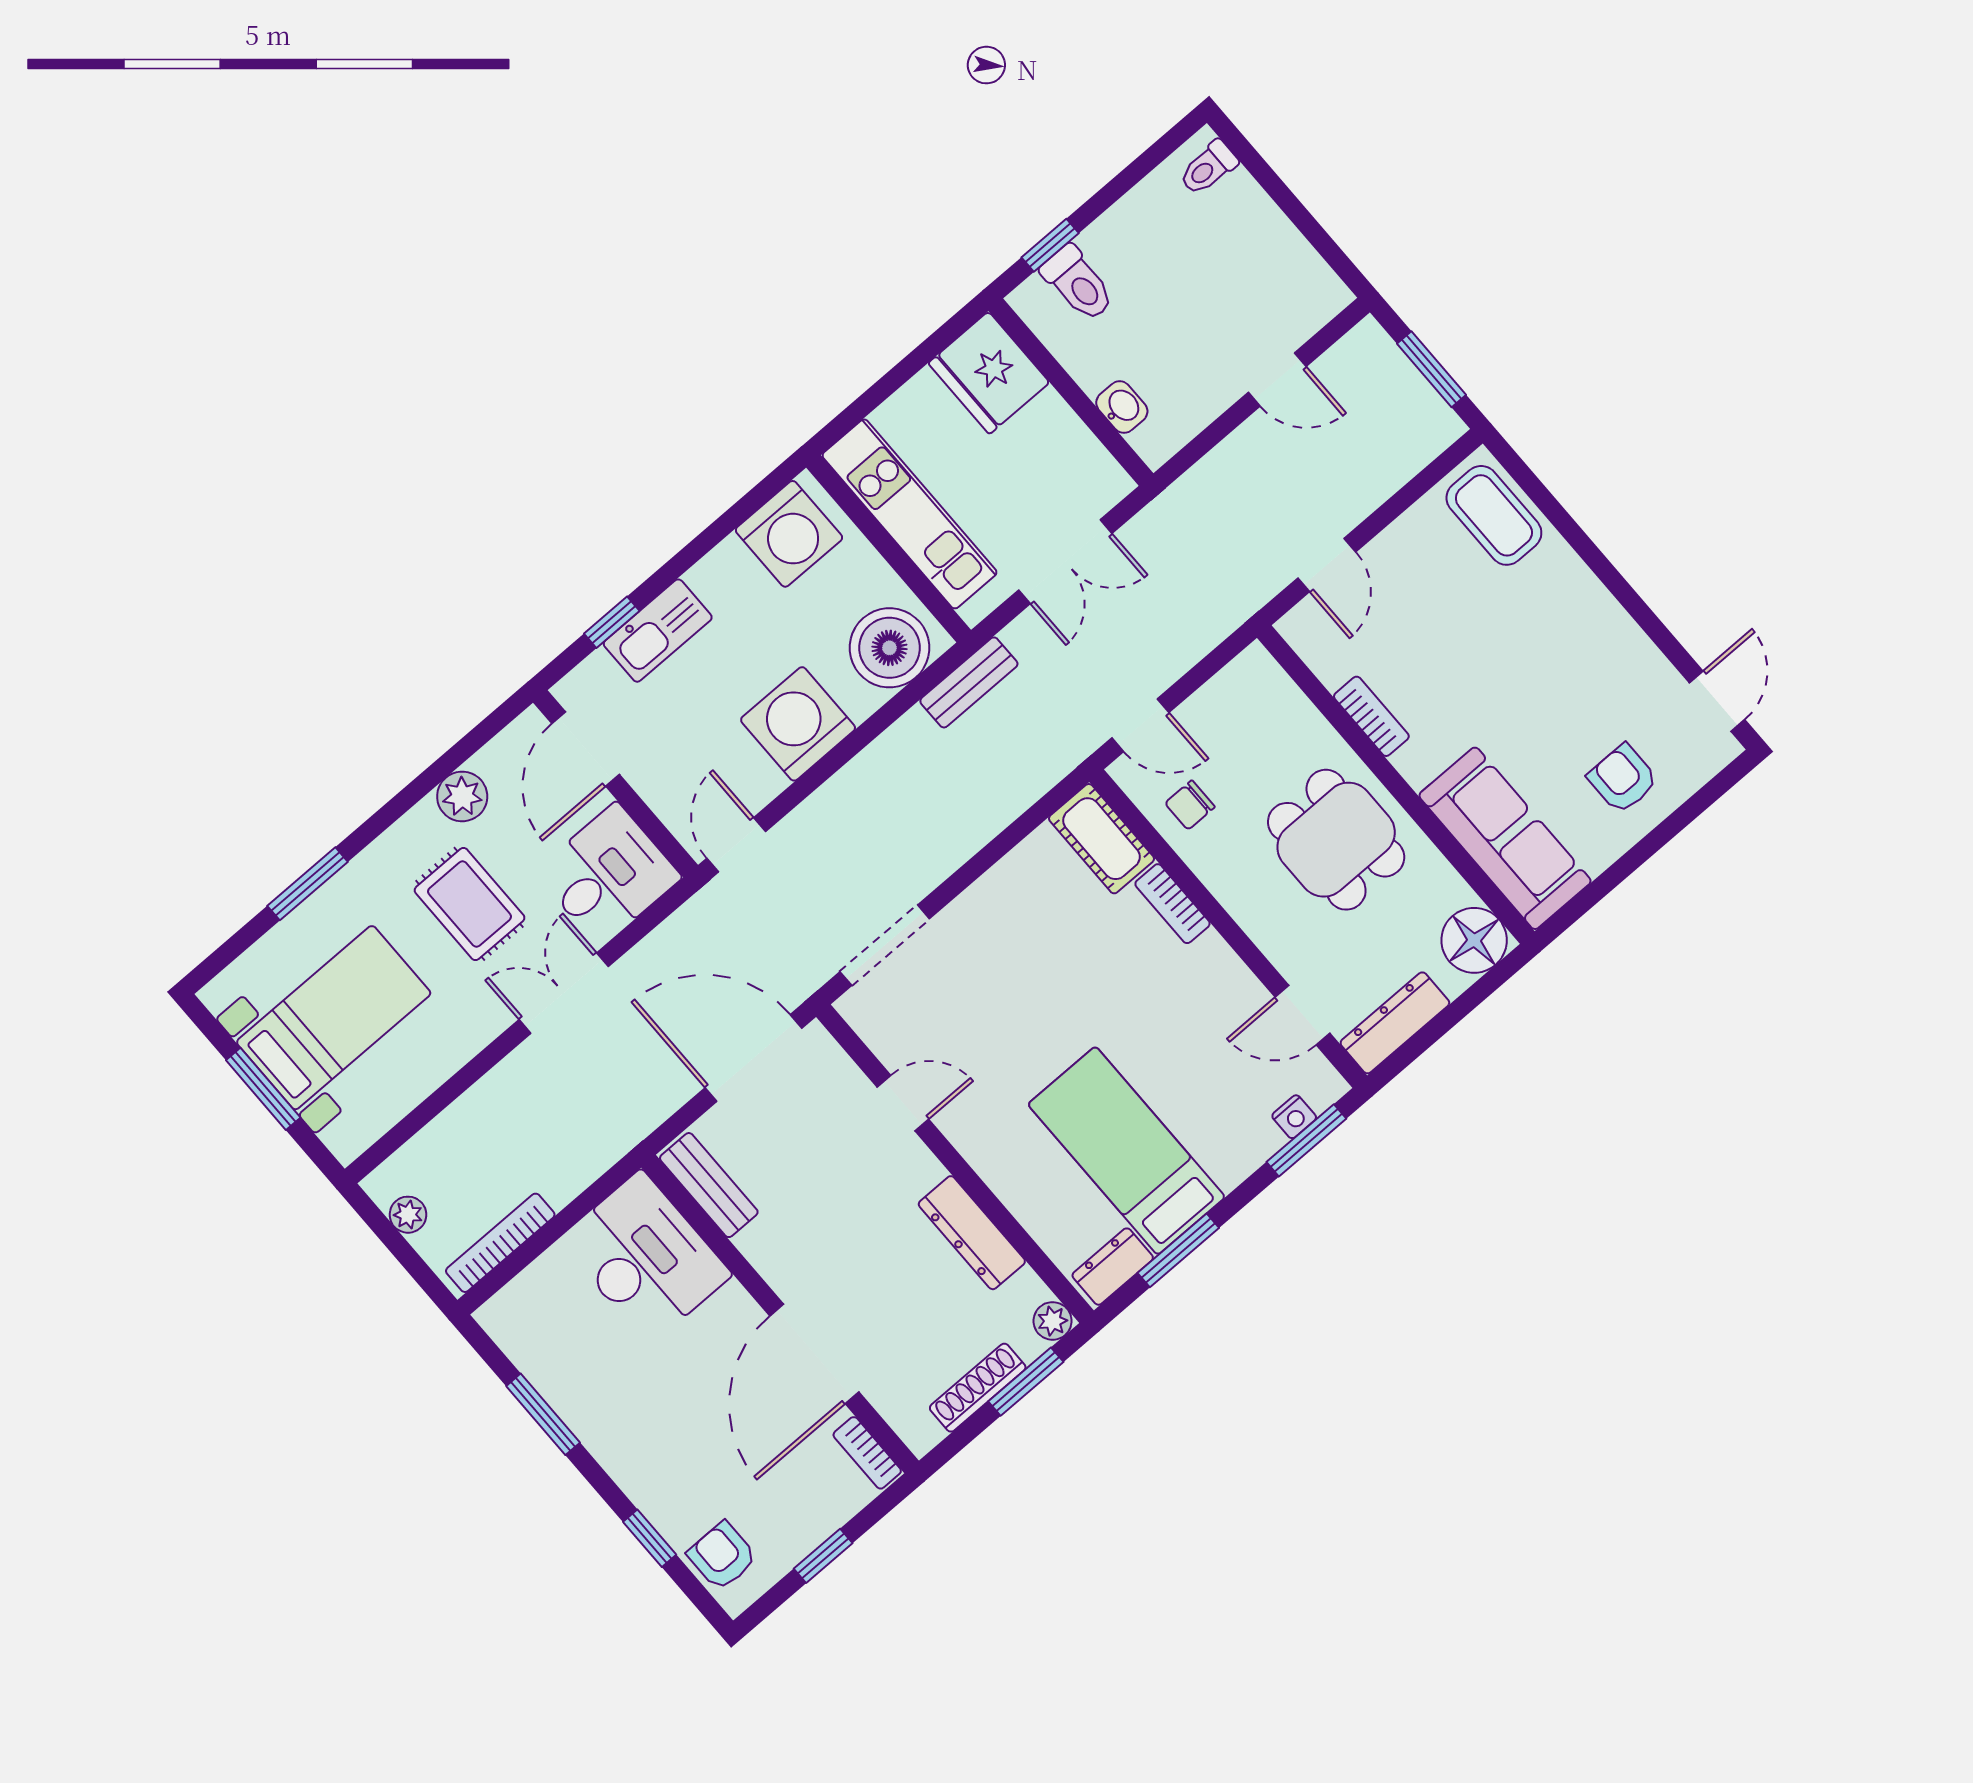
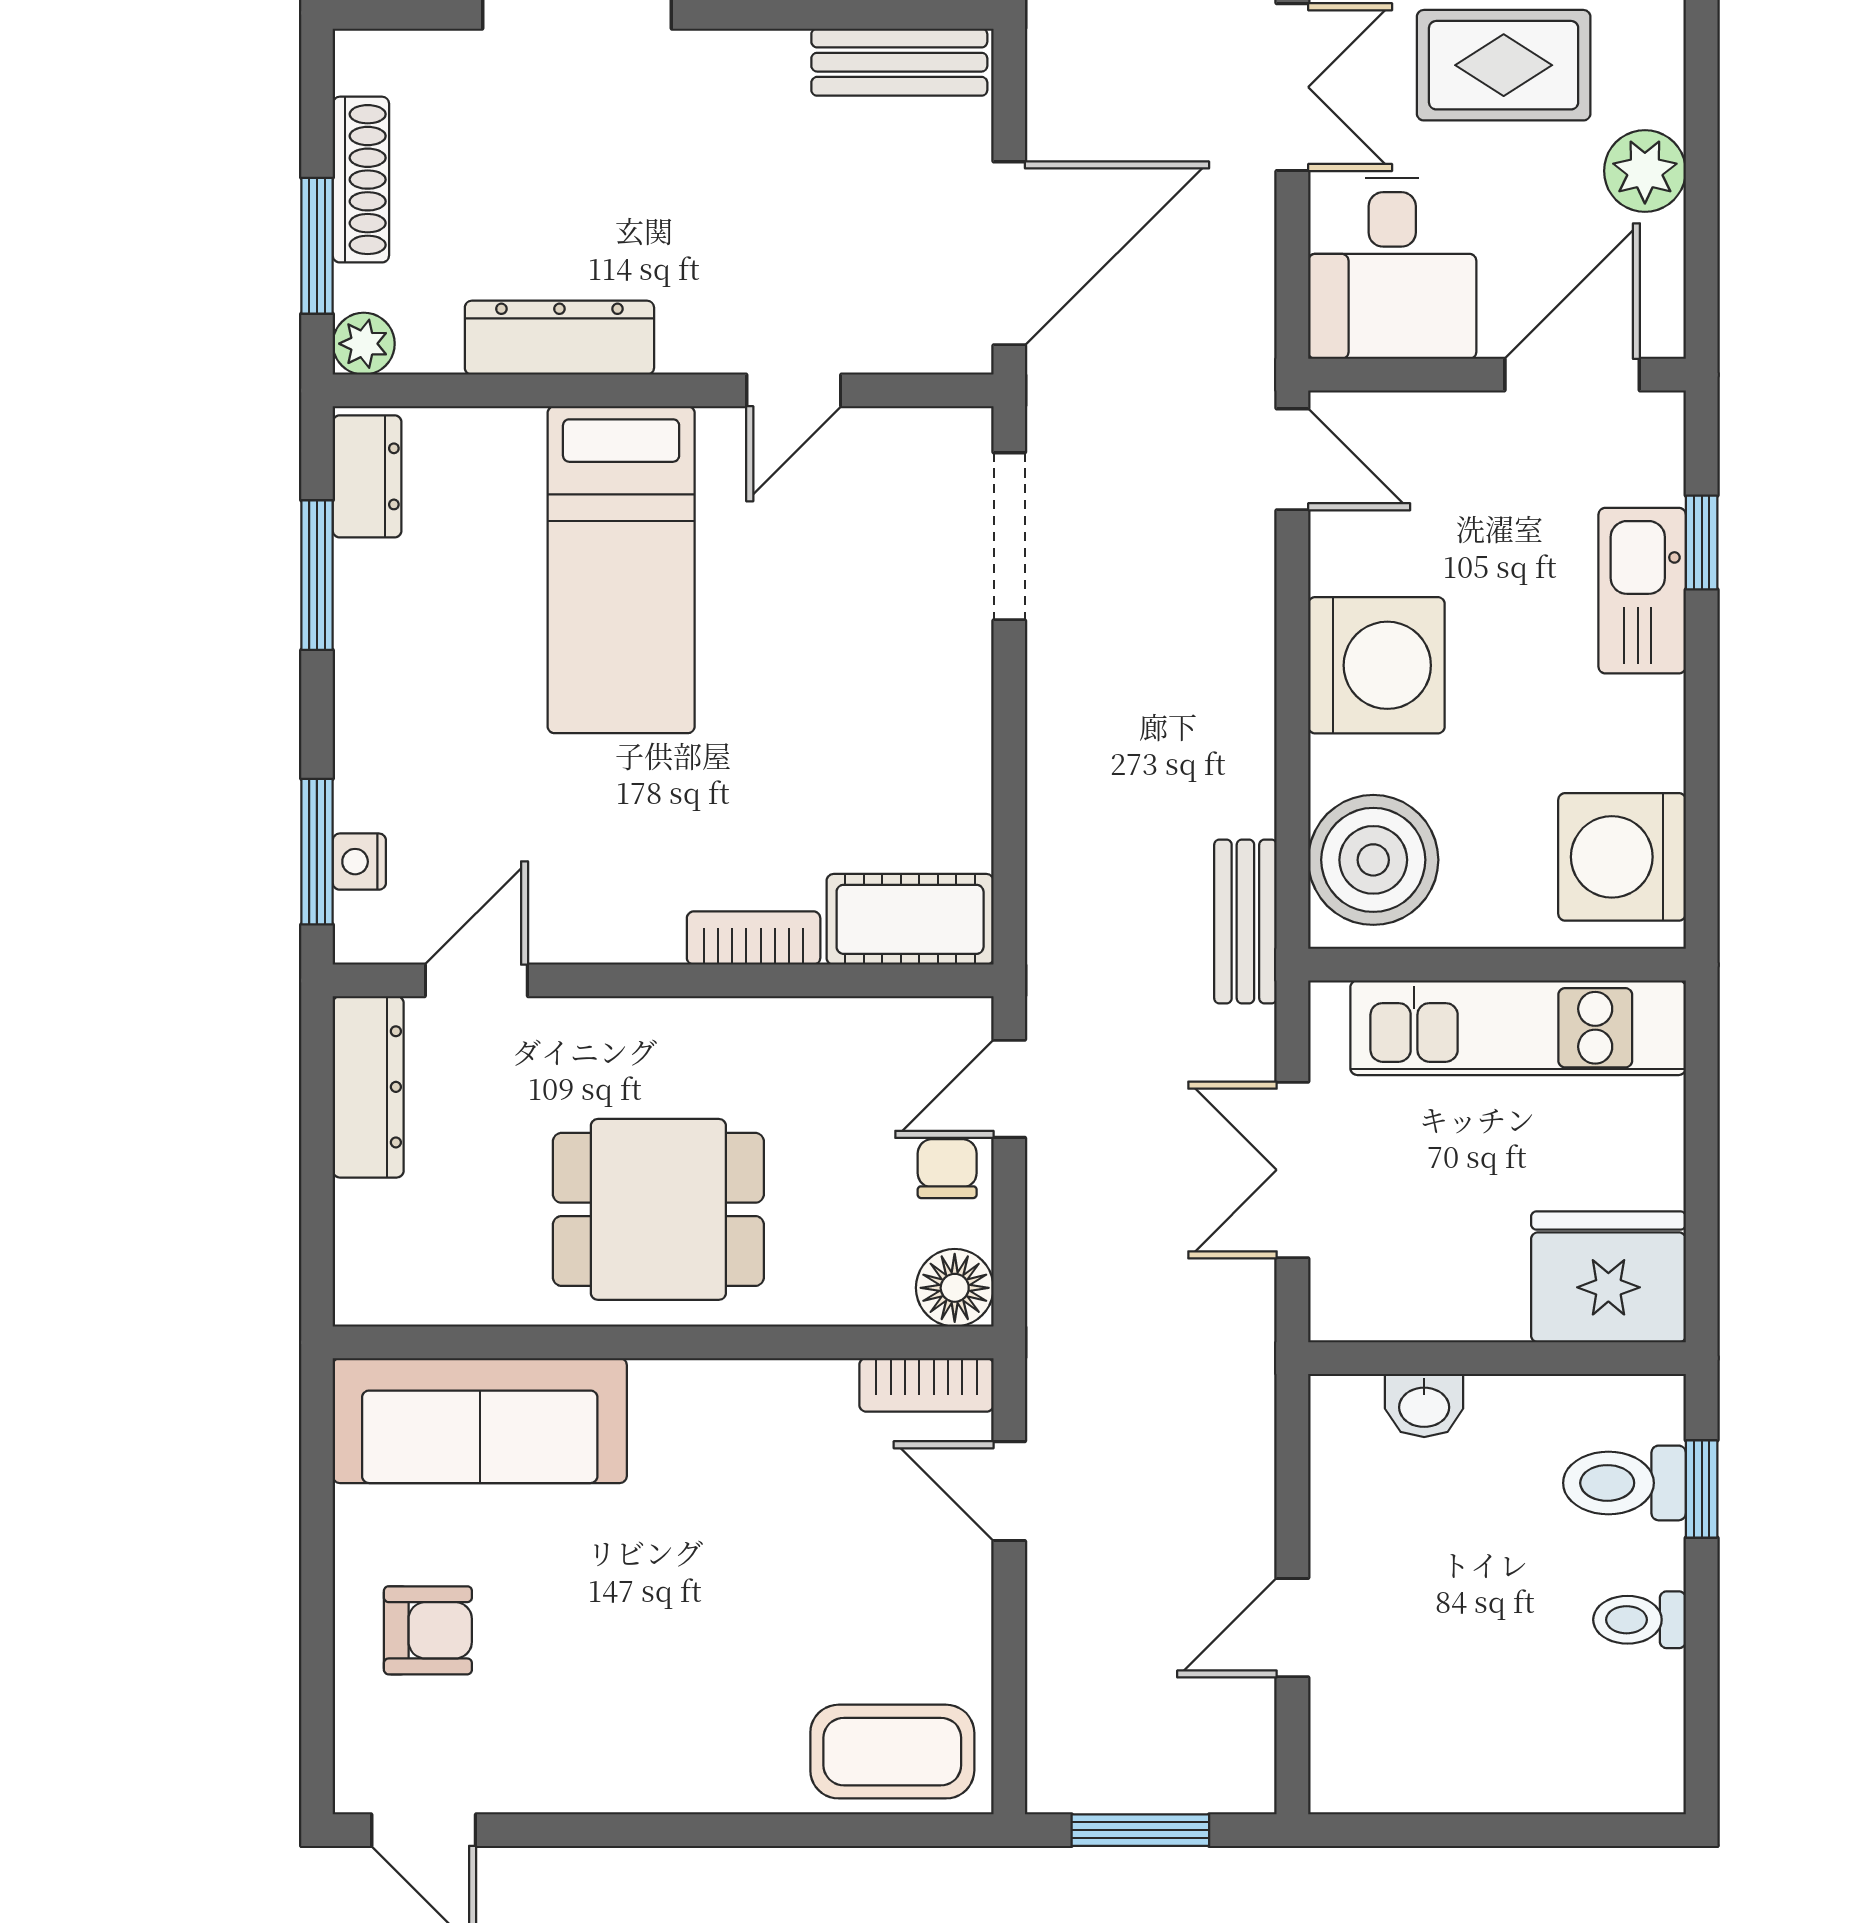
toilet: (1208, 168) -> (1639, 1620), moved, turned -90
bookcase: (1371, 716) -> (926, 1385), moved
door: (586, 749) -> (1572, 375), hinge flipped
chair: (1190, 805) -> (947, 1169), moved
floor lamp: (1474, 940) -> (955, 1288), moved, width x0.73, depth x0.73
bed: (1126, 1151) -> (621, 570), moved, turned 90

